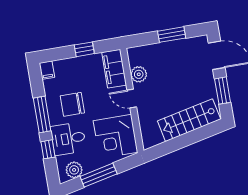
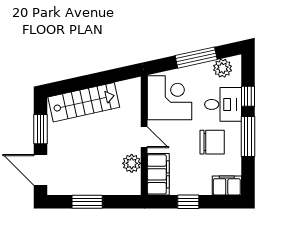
filing cabinet: (47, 70) -> (227, 186), width x2.00

